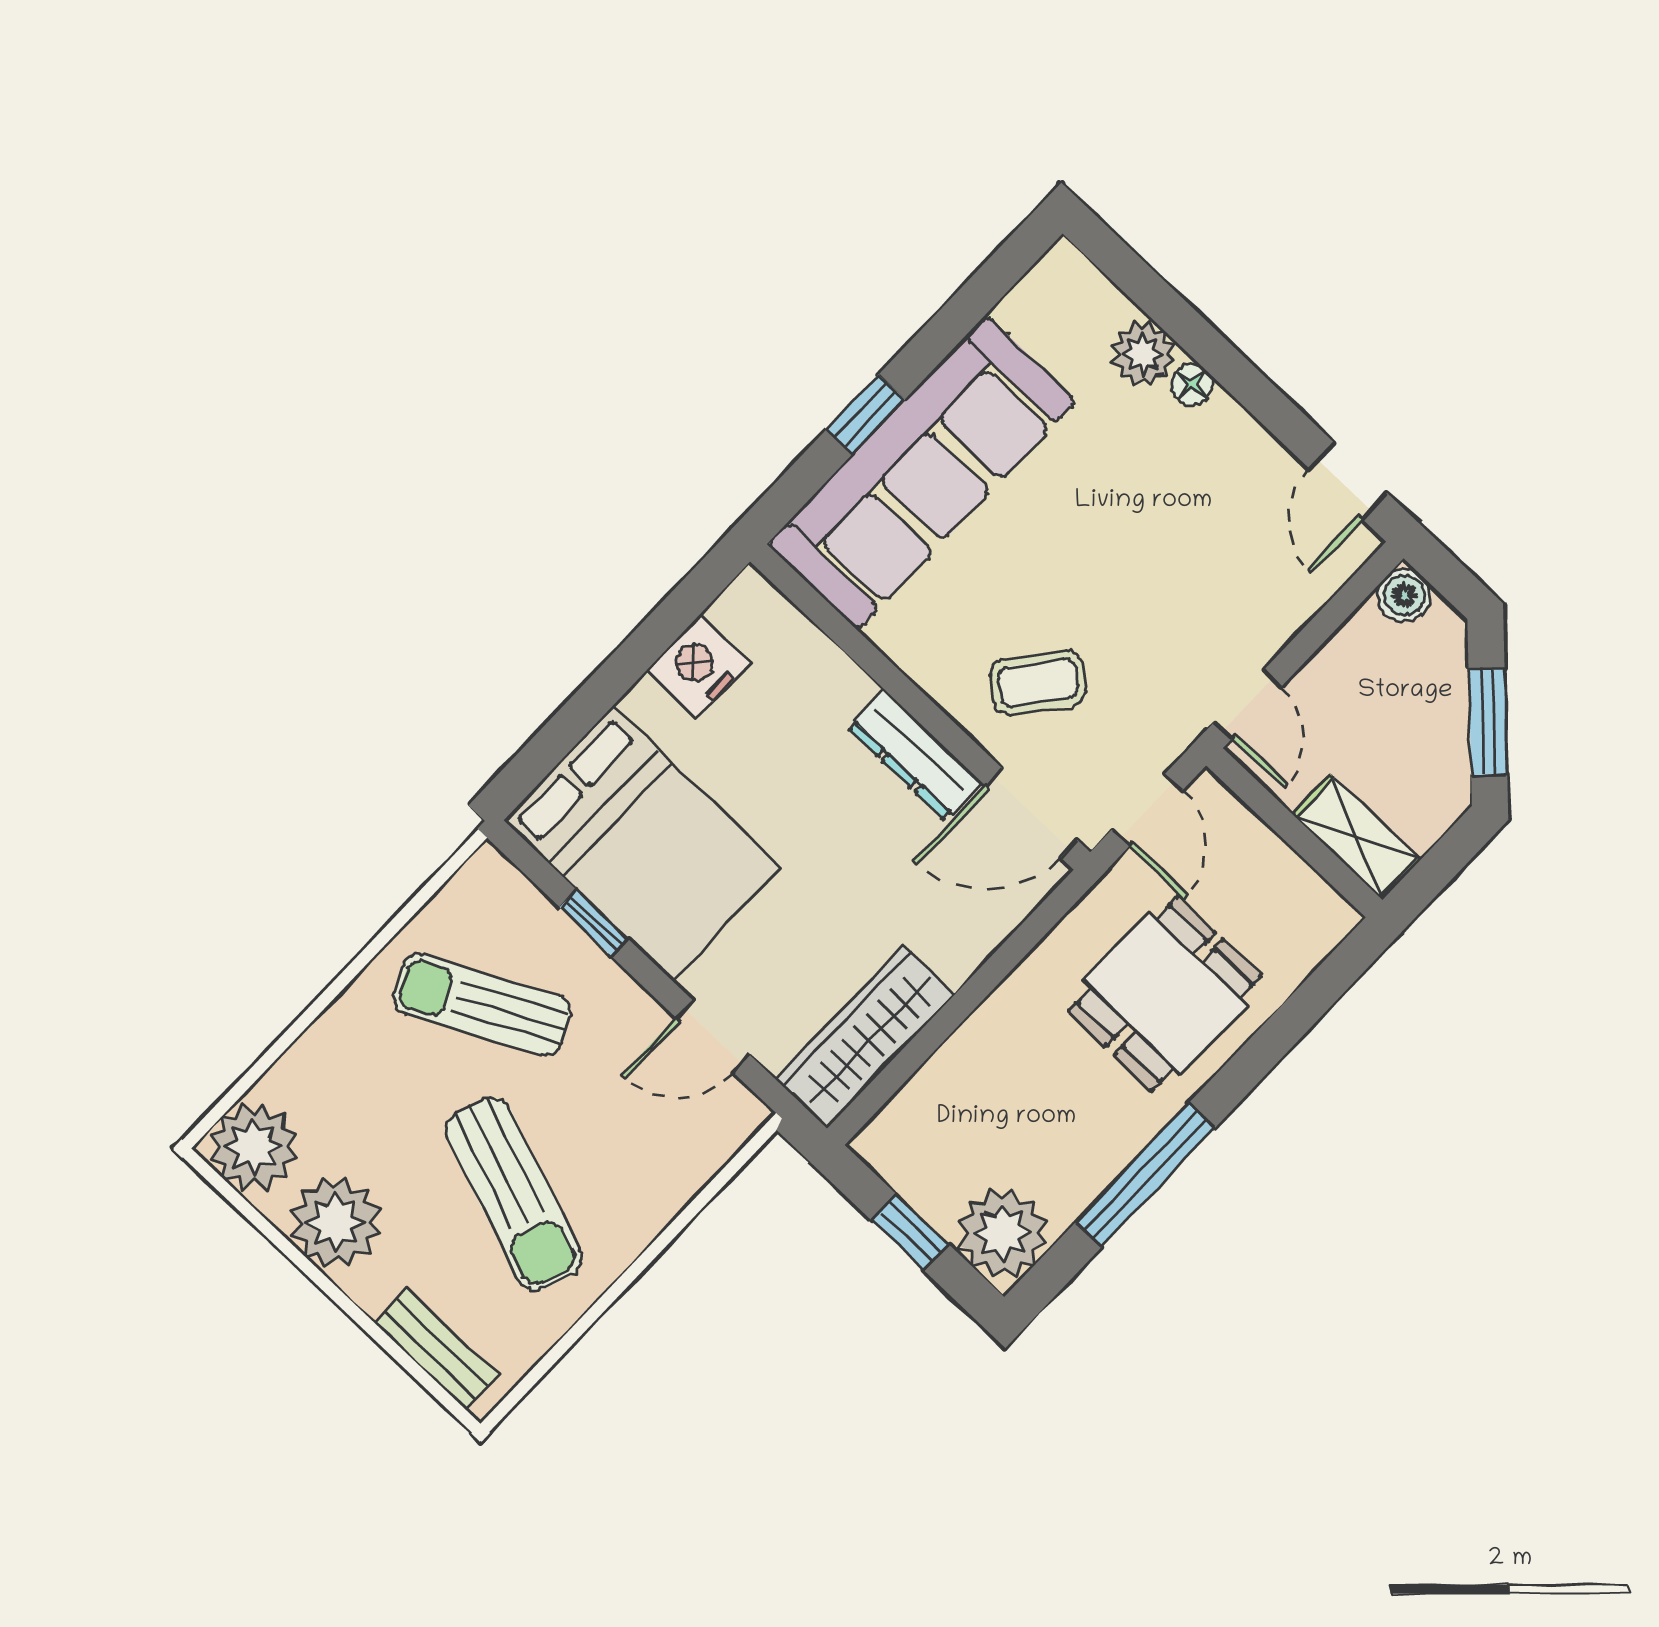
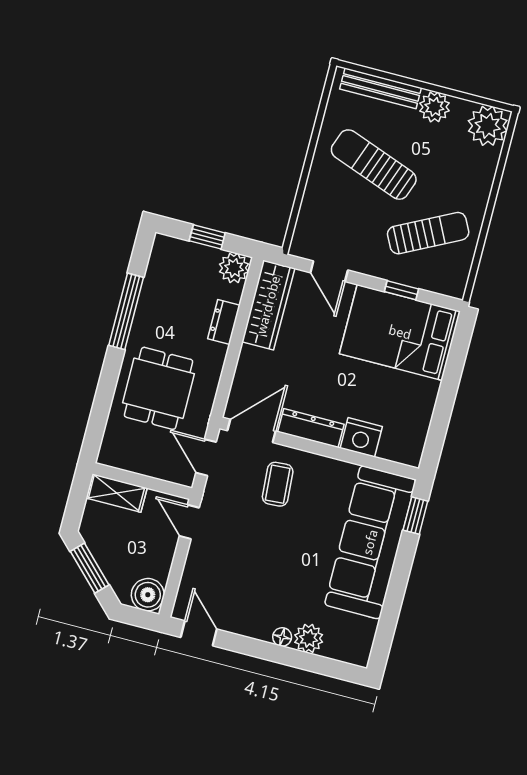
window: (866, 414) -> (415, 516), moved
boiler: (1404, 595) -> (148, 595), width x1.36, depth x1.36
nightstand: (698, 666) -> (361, 437), moved, turned 90
coffee table: (1038, 683) -> (278, 484), turned -42
door: (713, 1036) -> (329, 271), swing flipped
dresser: (969, 1051) -> (224, 322), added
plant: (335, 1222) -> (434, 107), width x0.73, depth x0.73
plant: (1003, 1233) -> (234, 268), moved, width x0.73, depth x0.73
bench: (436, 1349) -> (380, 88), width x1.36

